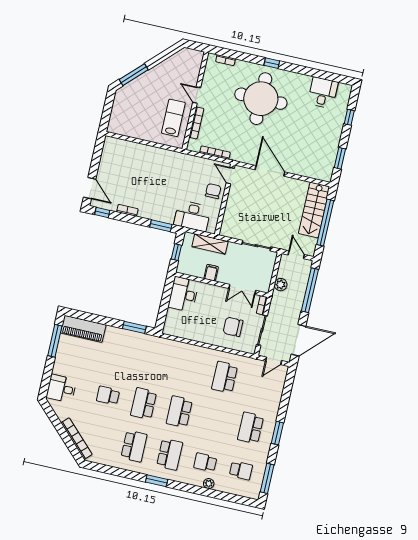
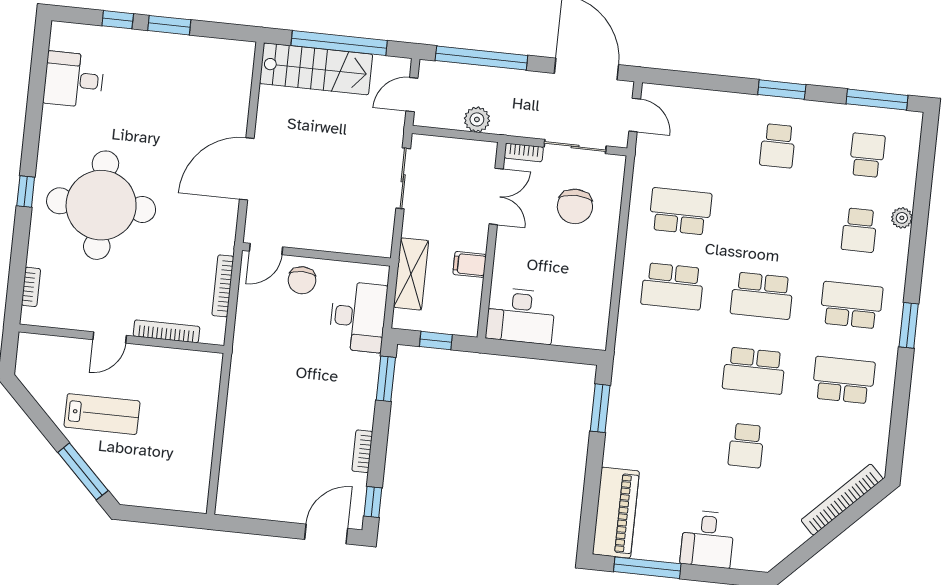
lab bench: (173, 118) -> (102, 414), moved, turned 180
window: (340, 158) -> (169, 25), moved
chair: (213, 191) -> (302, 280), turned -90
school desk: (189, 369) -> (672, 286), added
school desk: (225, 377) -> (680, 211), turned 180
desk: (61, 389) -> (707, 539), moved
school desk: (251, 428) -> (778, 146), width x0.54

